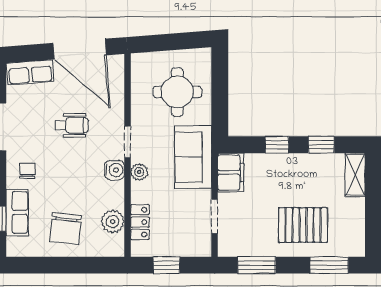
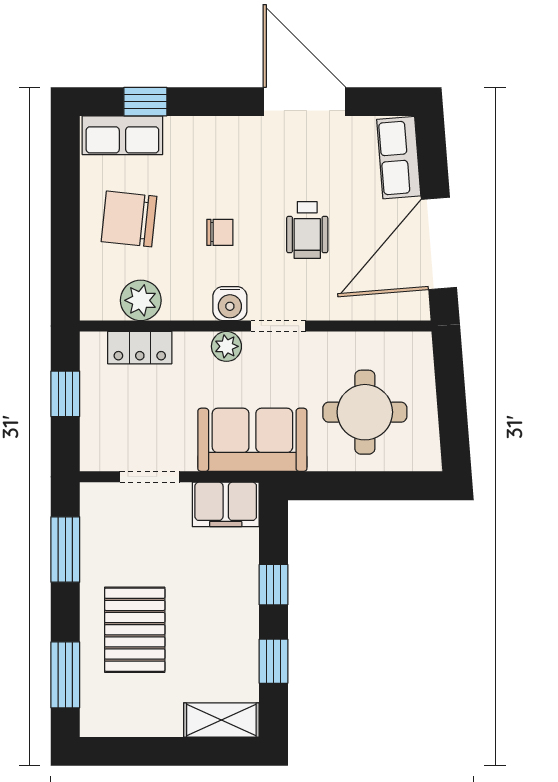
chair: (27, 171) -> (220, 232), moved
row of seats: (17, 212) -> (122, 135), moved

